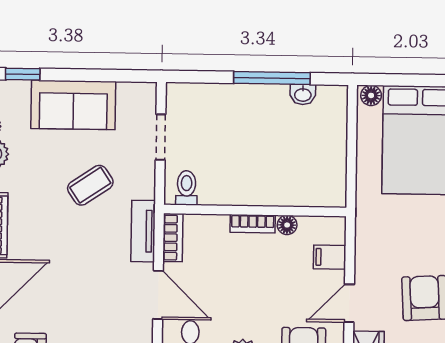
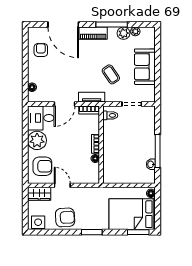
window: (23, 74) -> (158, 45), removed
filing cabinet: (330, 257) -> (82, 177), removed

